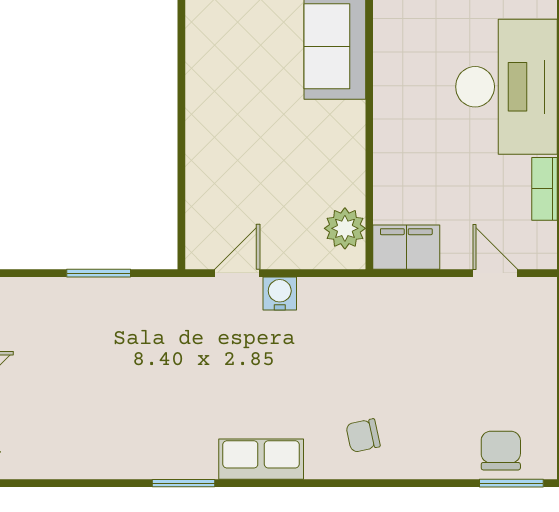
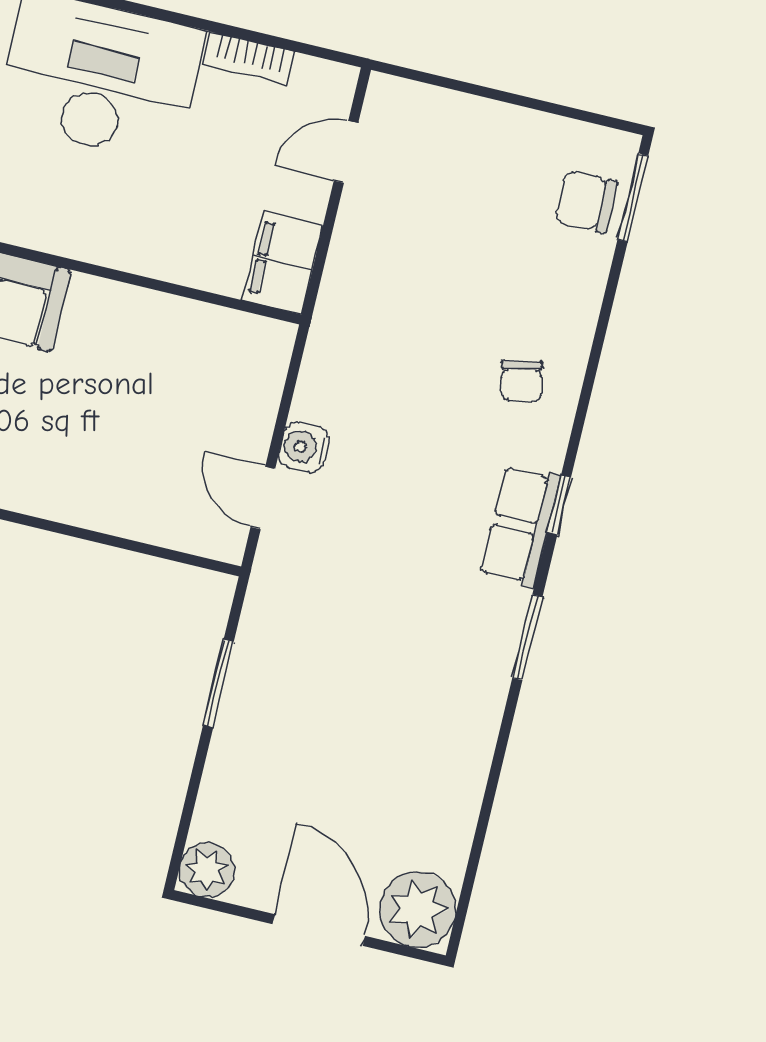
plant: (345, 228) -> (238, 339), removed
window: (282, 483) -> (559, 505), added

